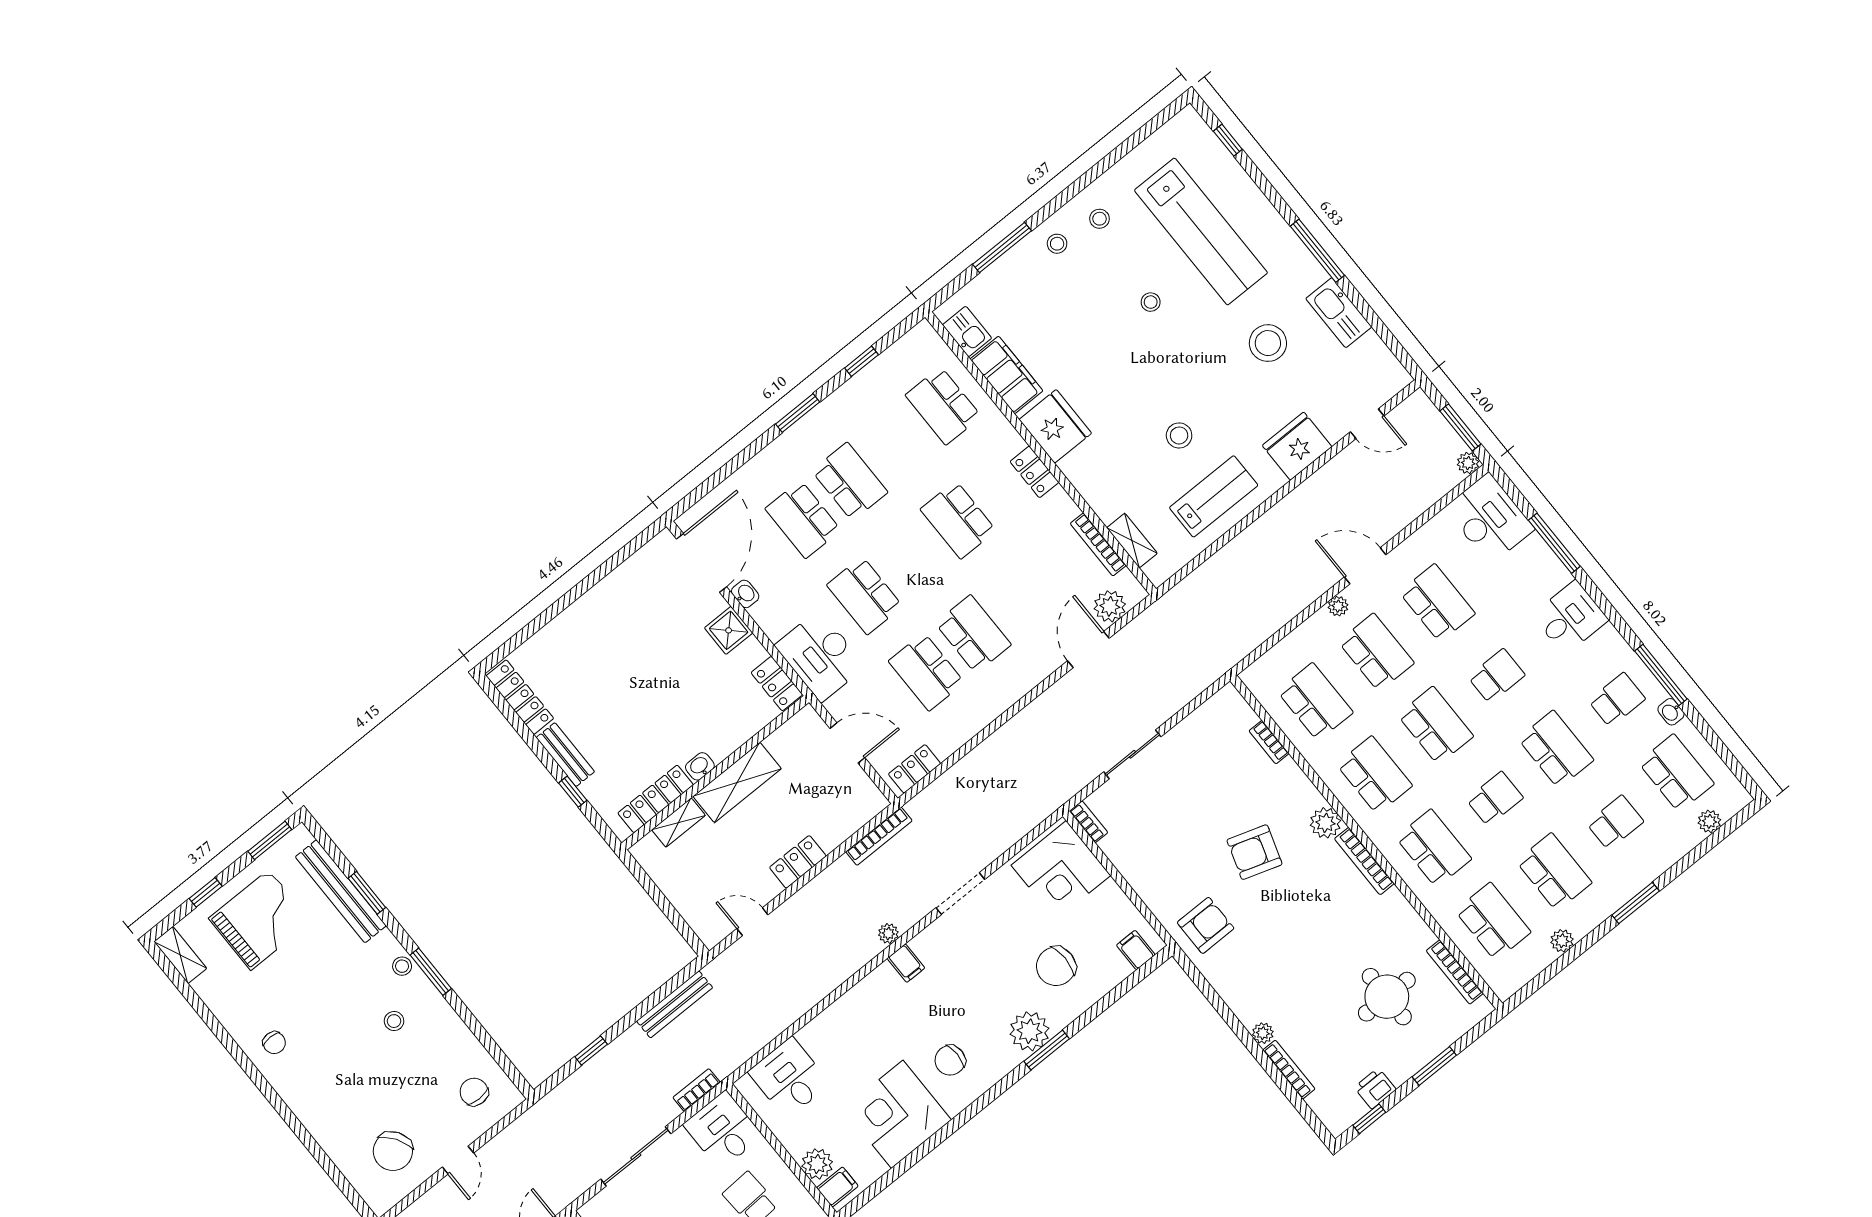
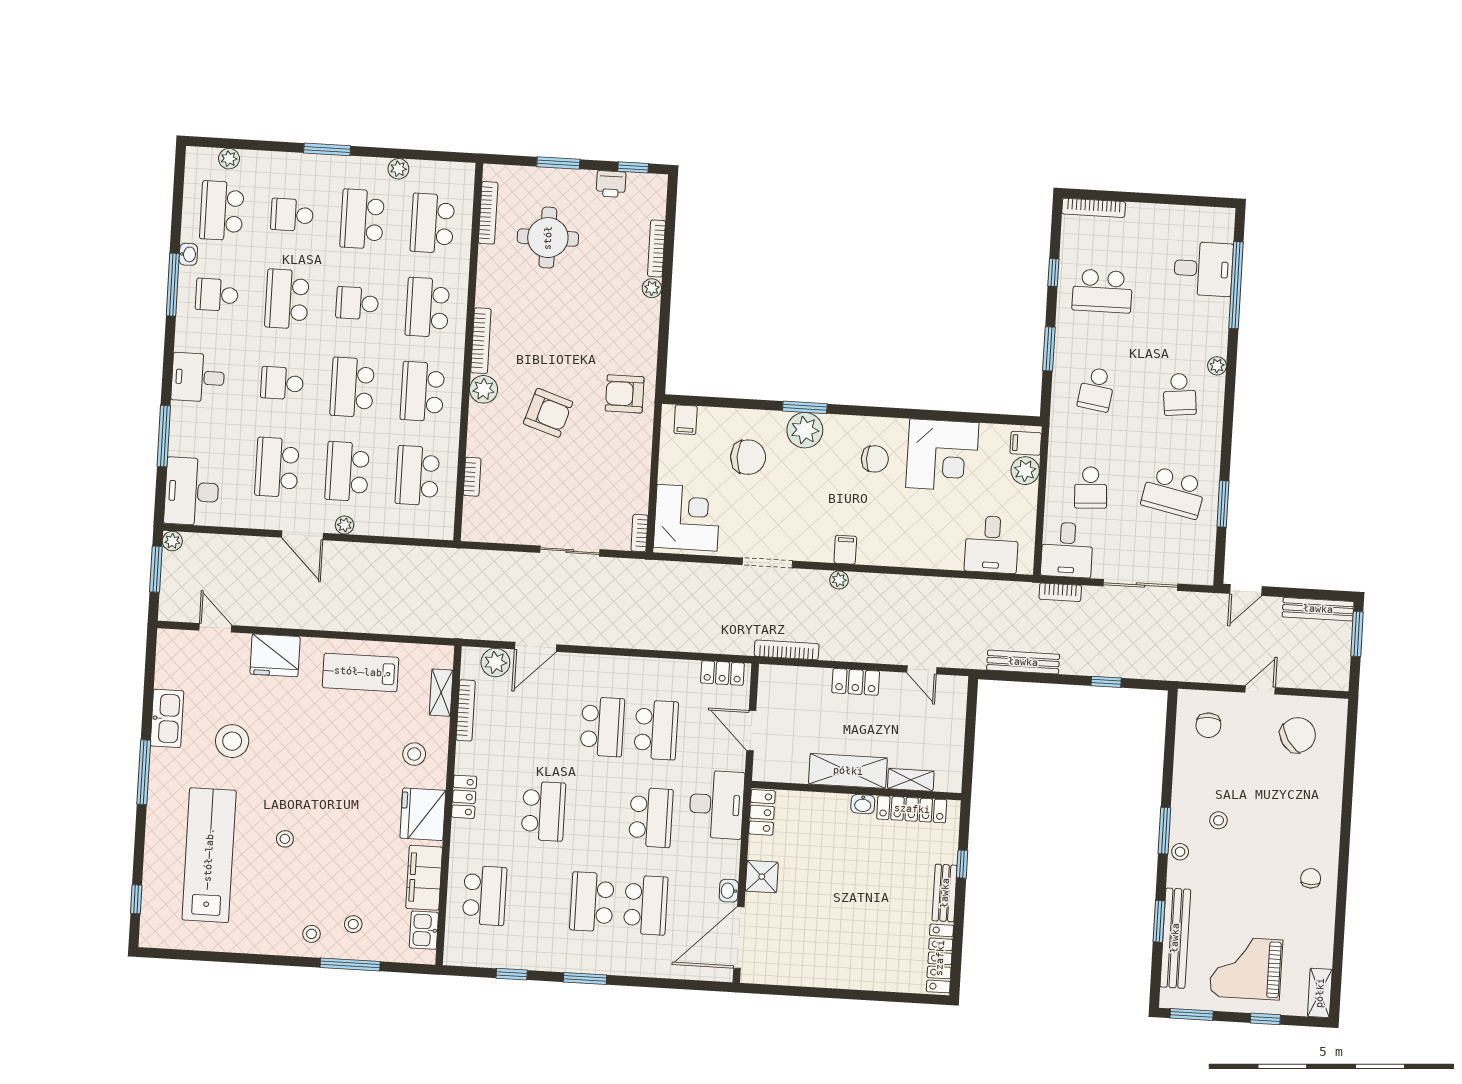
stool: (1099, 219) -> (353, 924), moved
stool: (1179, 435) -> (414, 754), moved
school desk: (973, 634) -> (602, 727), turned 180

